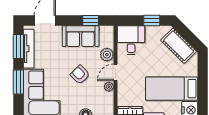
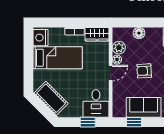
window: (152, 20) -> (88, 122), moved
plant: (107, 55) -> (119, 48), moved
armchair: (80, 75) -> (144, 71), turned 132

